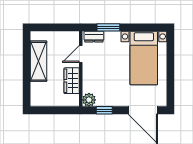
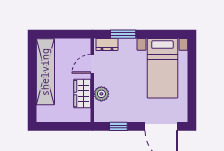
shelving: (39, 61) -> (45, 72), width x1.47
plant: (89, 100) -> (101, 94), moved

